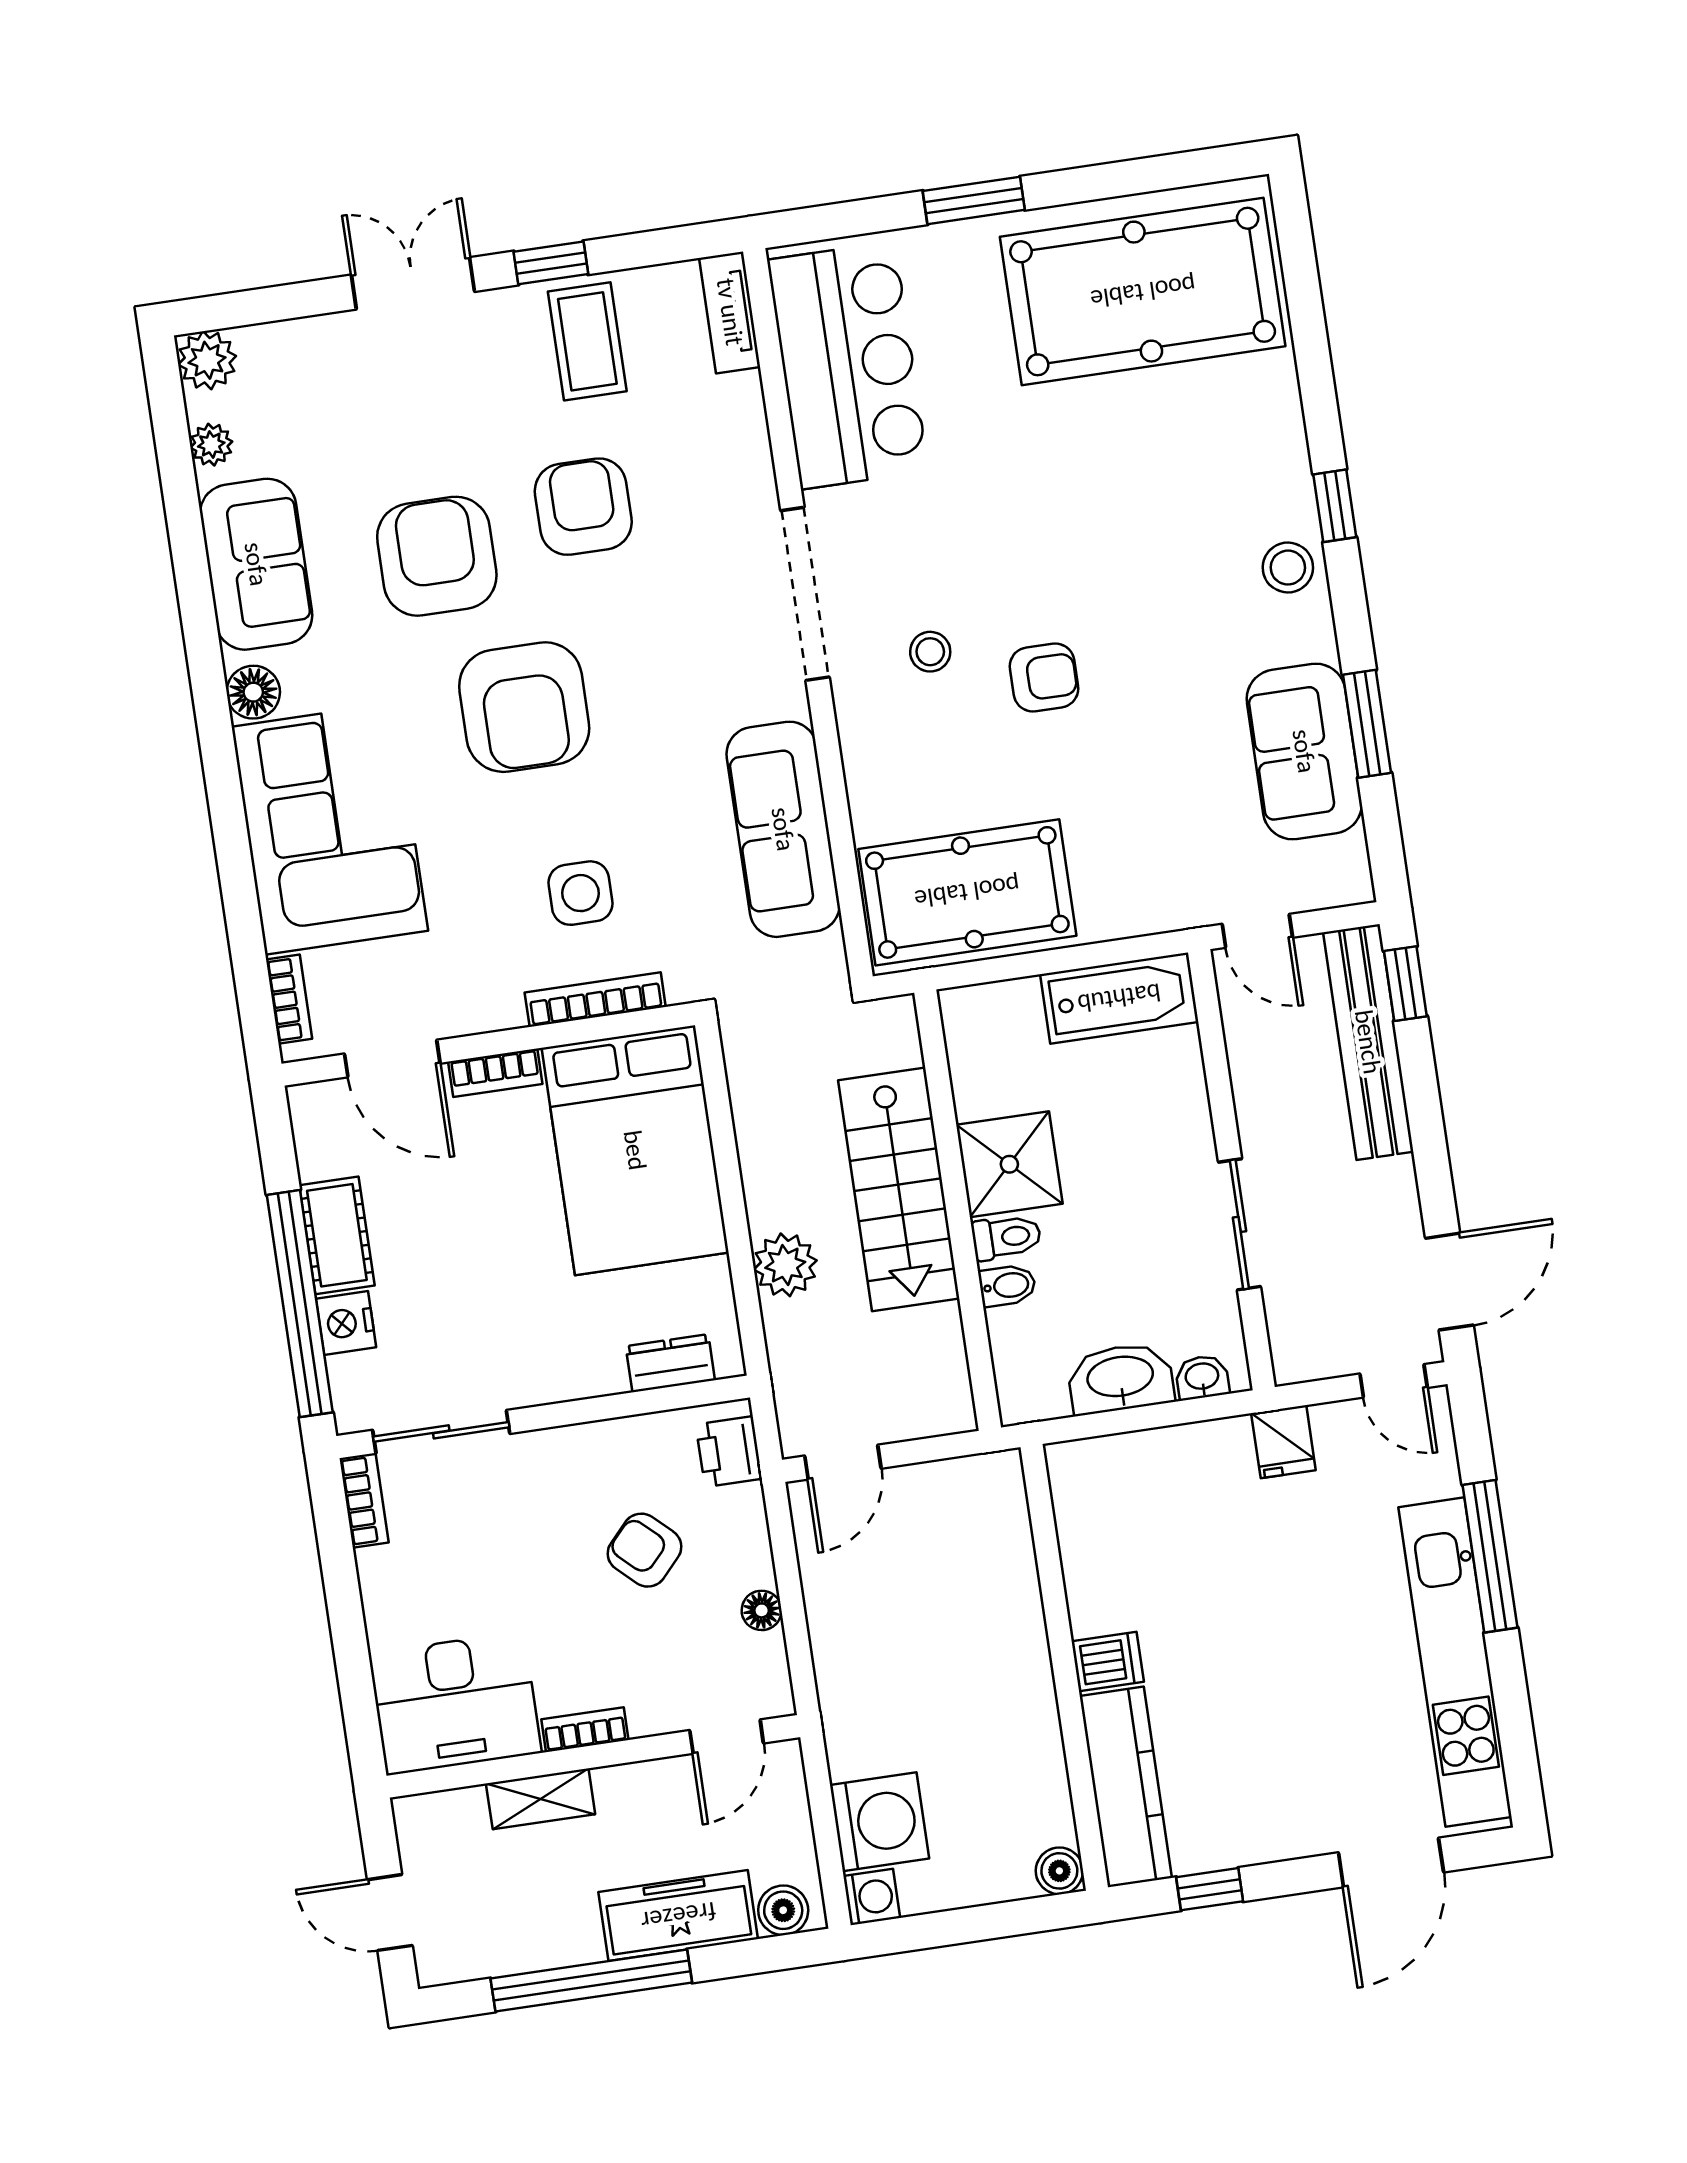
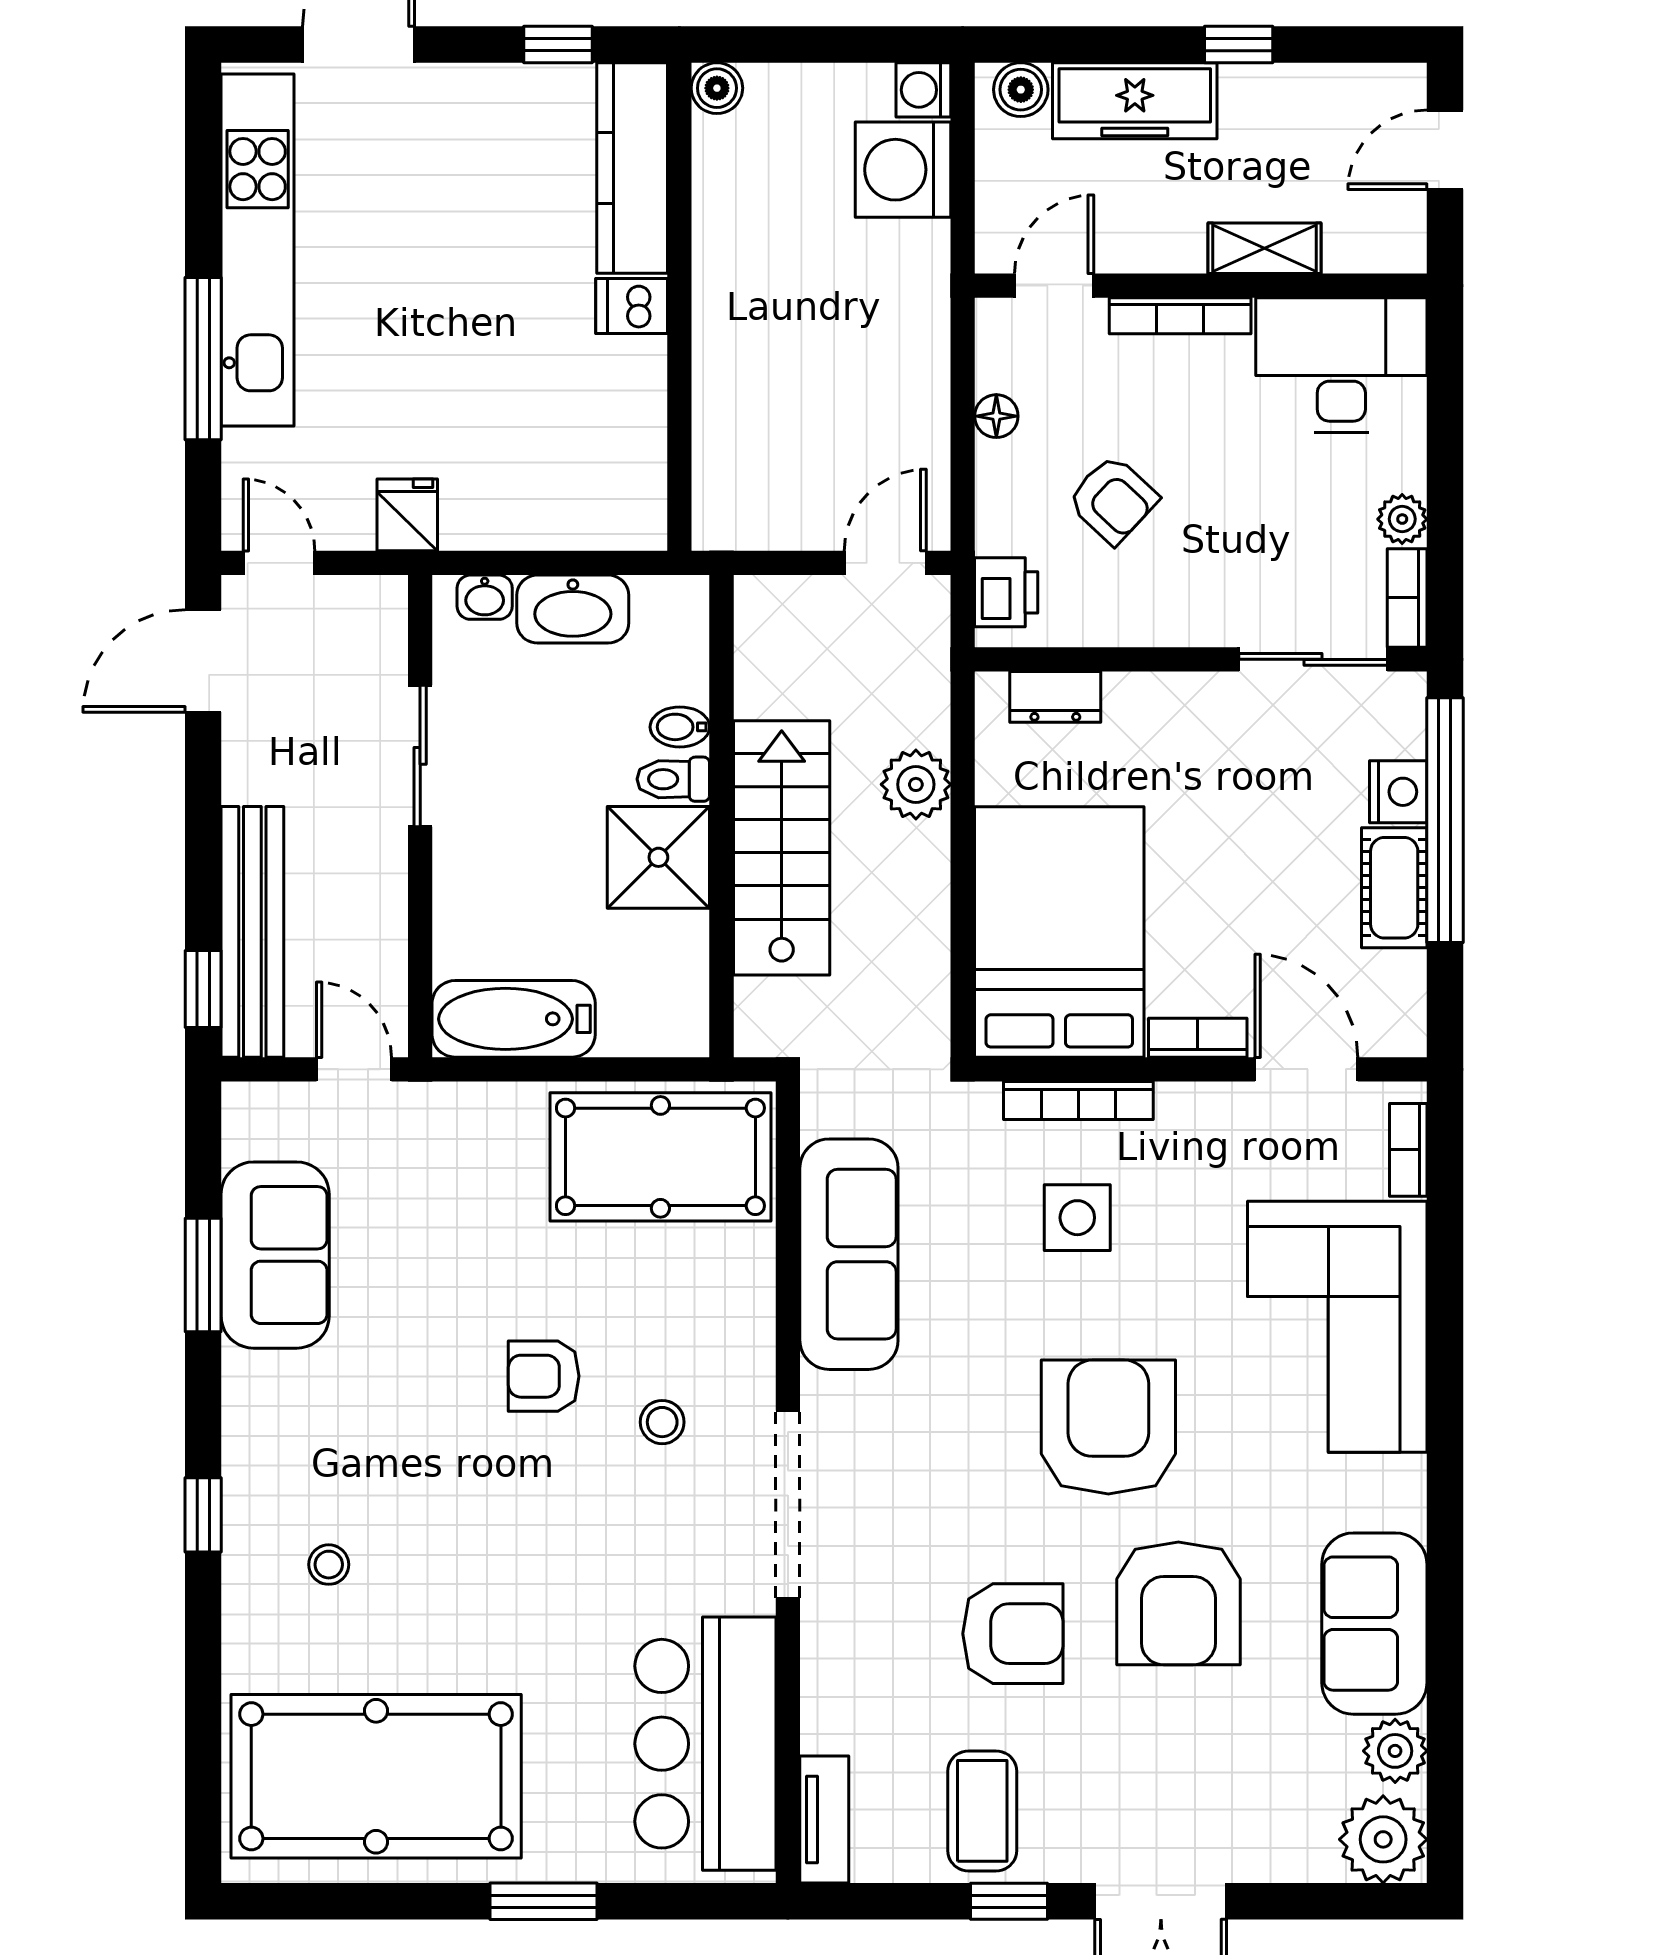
plant: (207, 360) -> (1383, 1839), width x1.36, depth x1.36
plant: (211, 445) -> (1395, 1751), width x1.38, depth x1.38
armchair: (583, 507) -> (1013, 1634), turned -90
stool: (1288, 568) -> (329, 1565), moved, width x0.73, depth x0.73
floor lamp: (253, 692) -> (1398, 1486), removed
plant: (379, 1571) -> (1402, 519), added
bookcase: (585, 1730) -> (1180, 316), width x1.56
door: (390, 1913) -> (1445, 150), swing flipped
window: (591, 1981) -> (1239, 44), width x0.32

